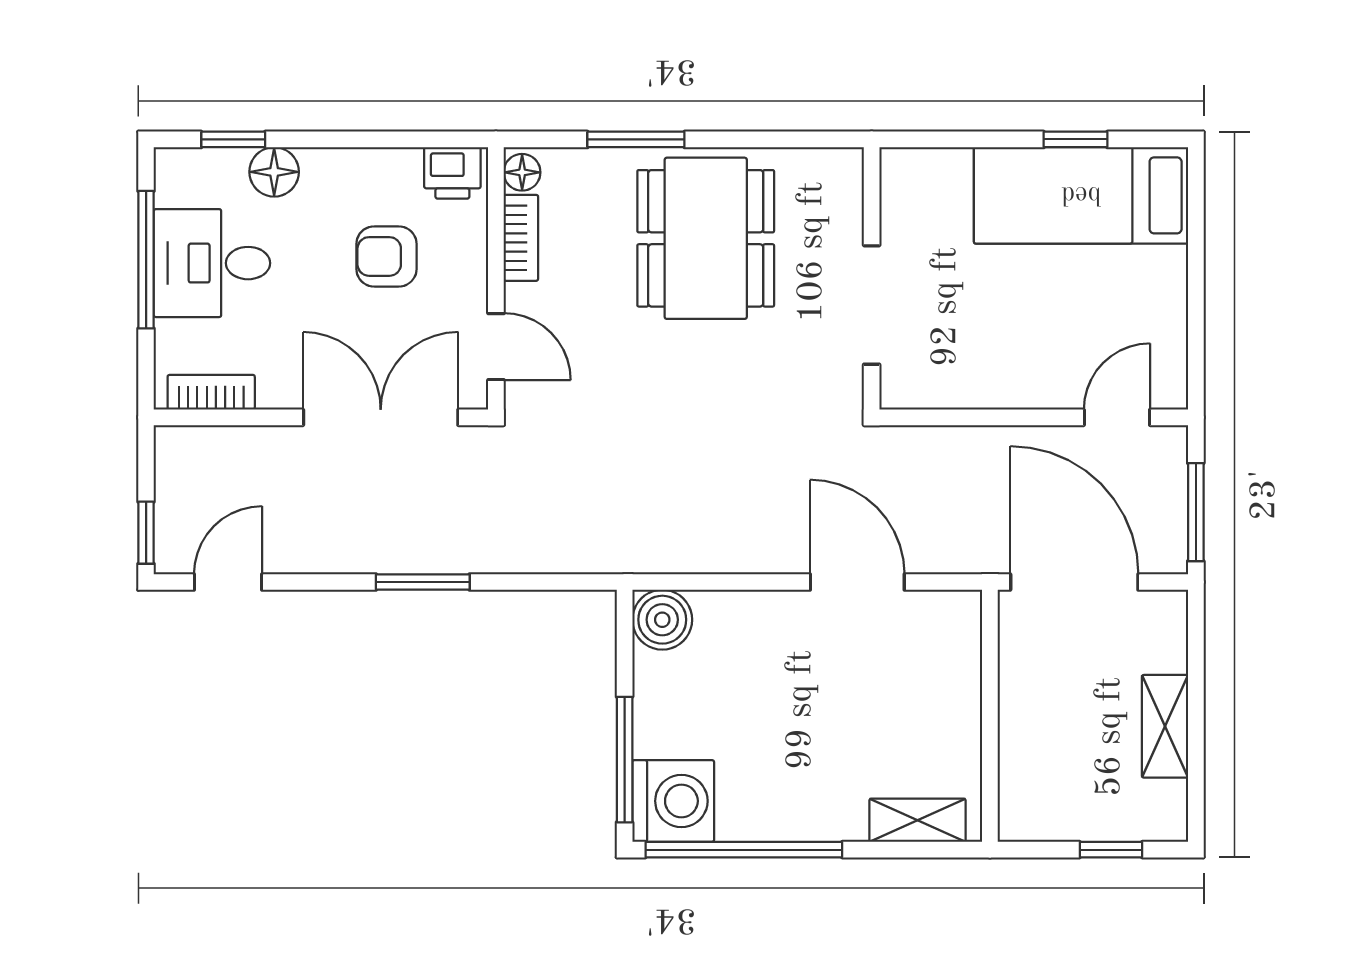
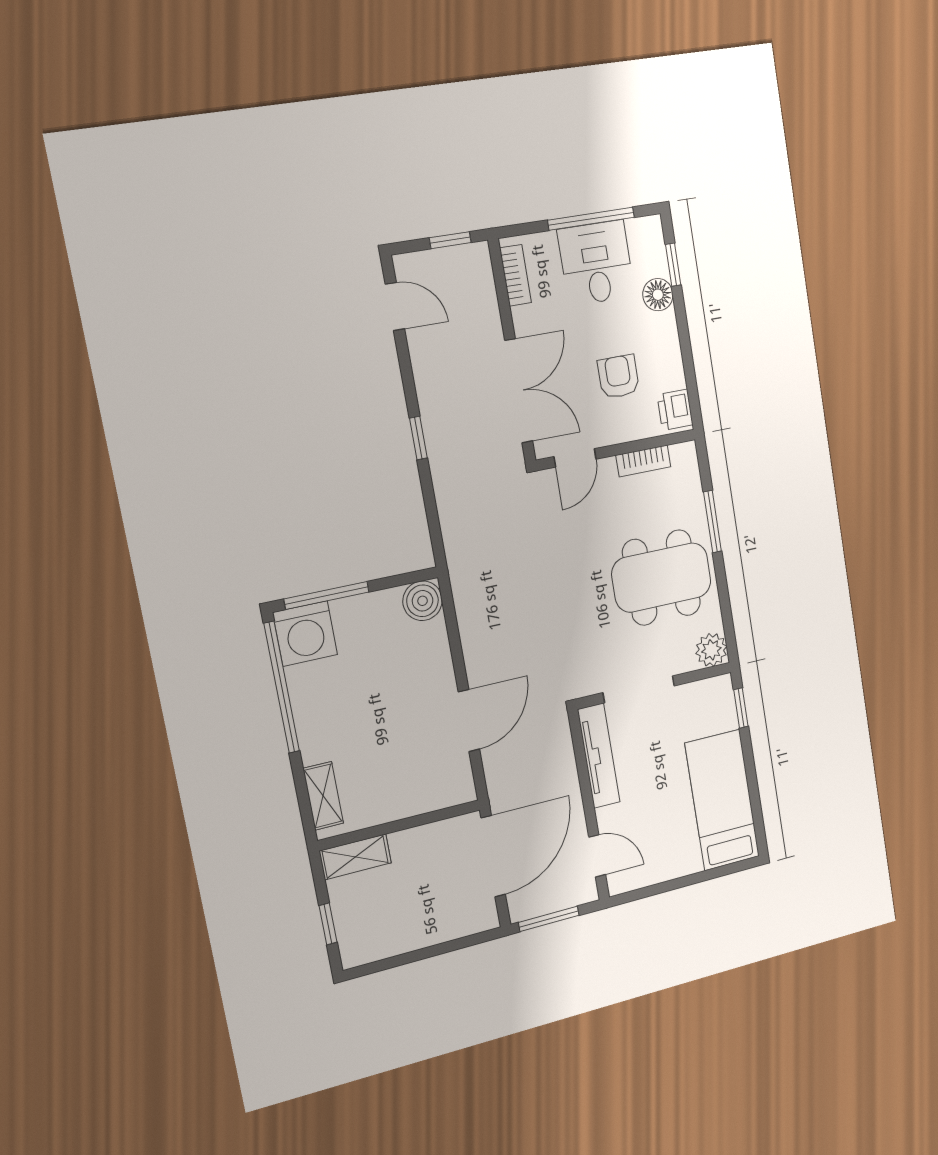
window: (1076, 139) -> (741, 708), moved
floor lamp: (522, 172) -> (682, 454), removed
plant: (837, 174) -> (711, 650), added
tv unit: (960, 388) -> (599, 756), added
window: (146, 533) -> (450, 240), moved
window: (423, 582) -> (418, 438), width x0.67
shelving: (1165, 726) -> (355, 857), moved

